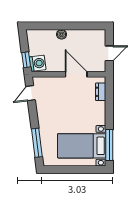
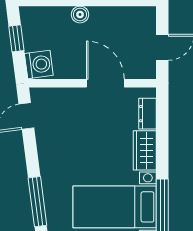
window: (26, 60) -> (16, 38), moved
wardrobe: (99, 113) -> (145, 150), added

